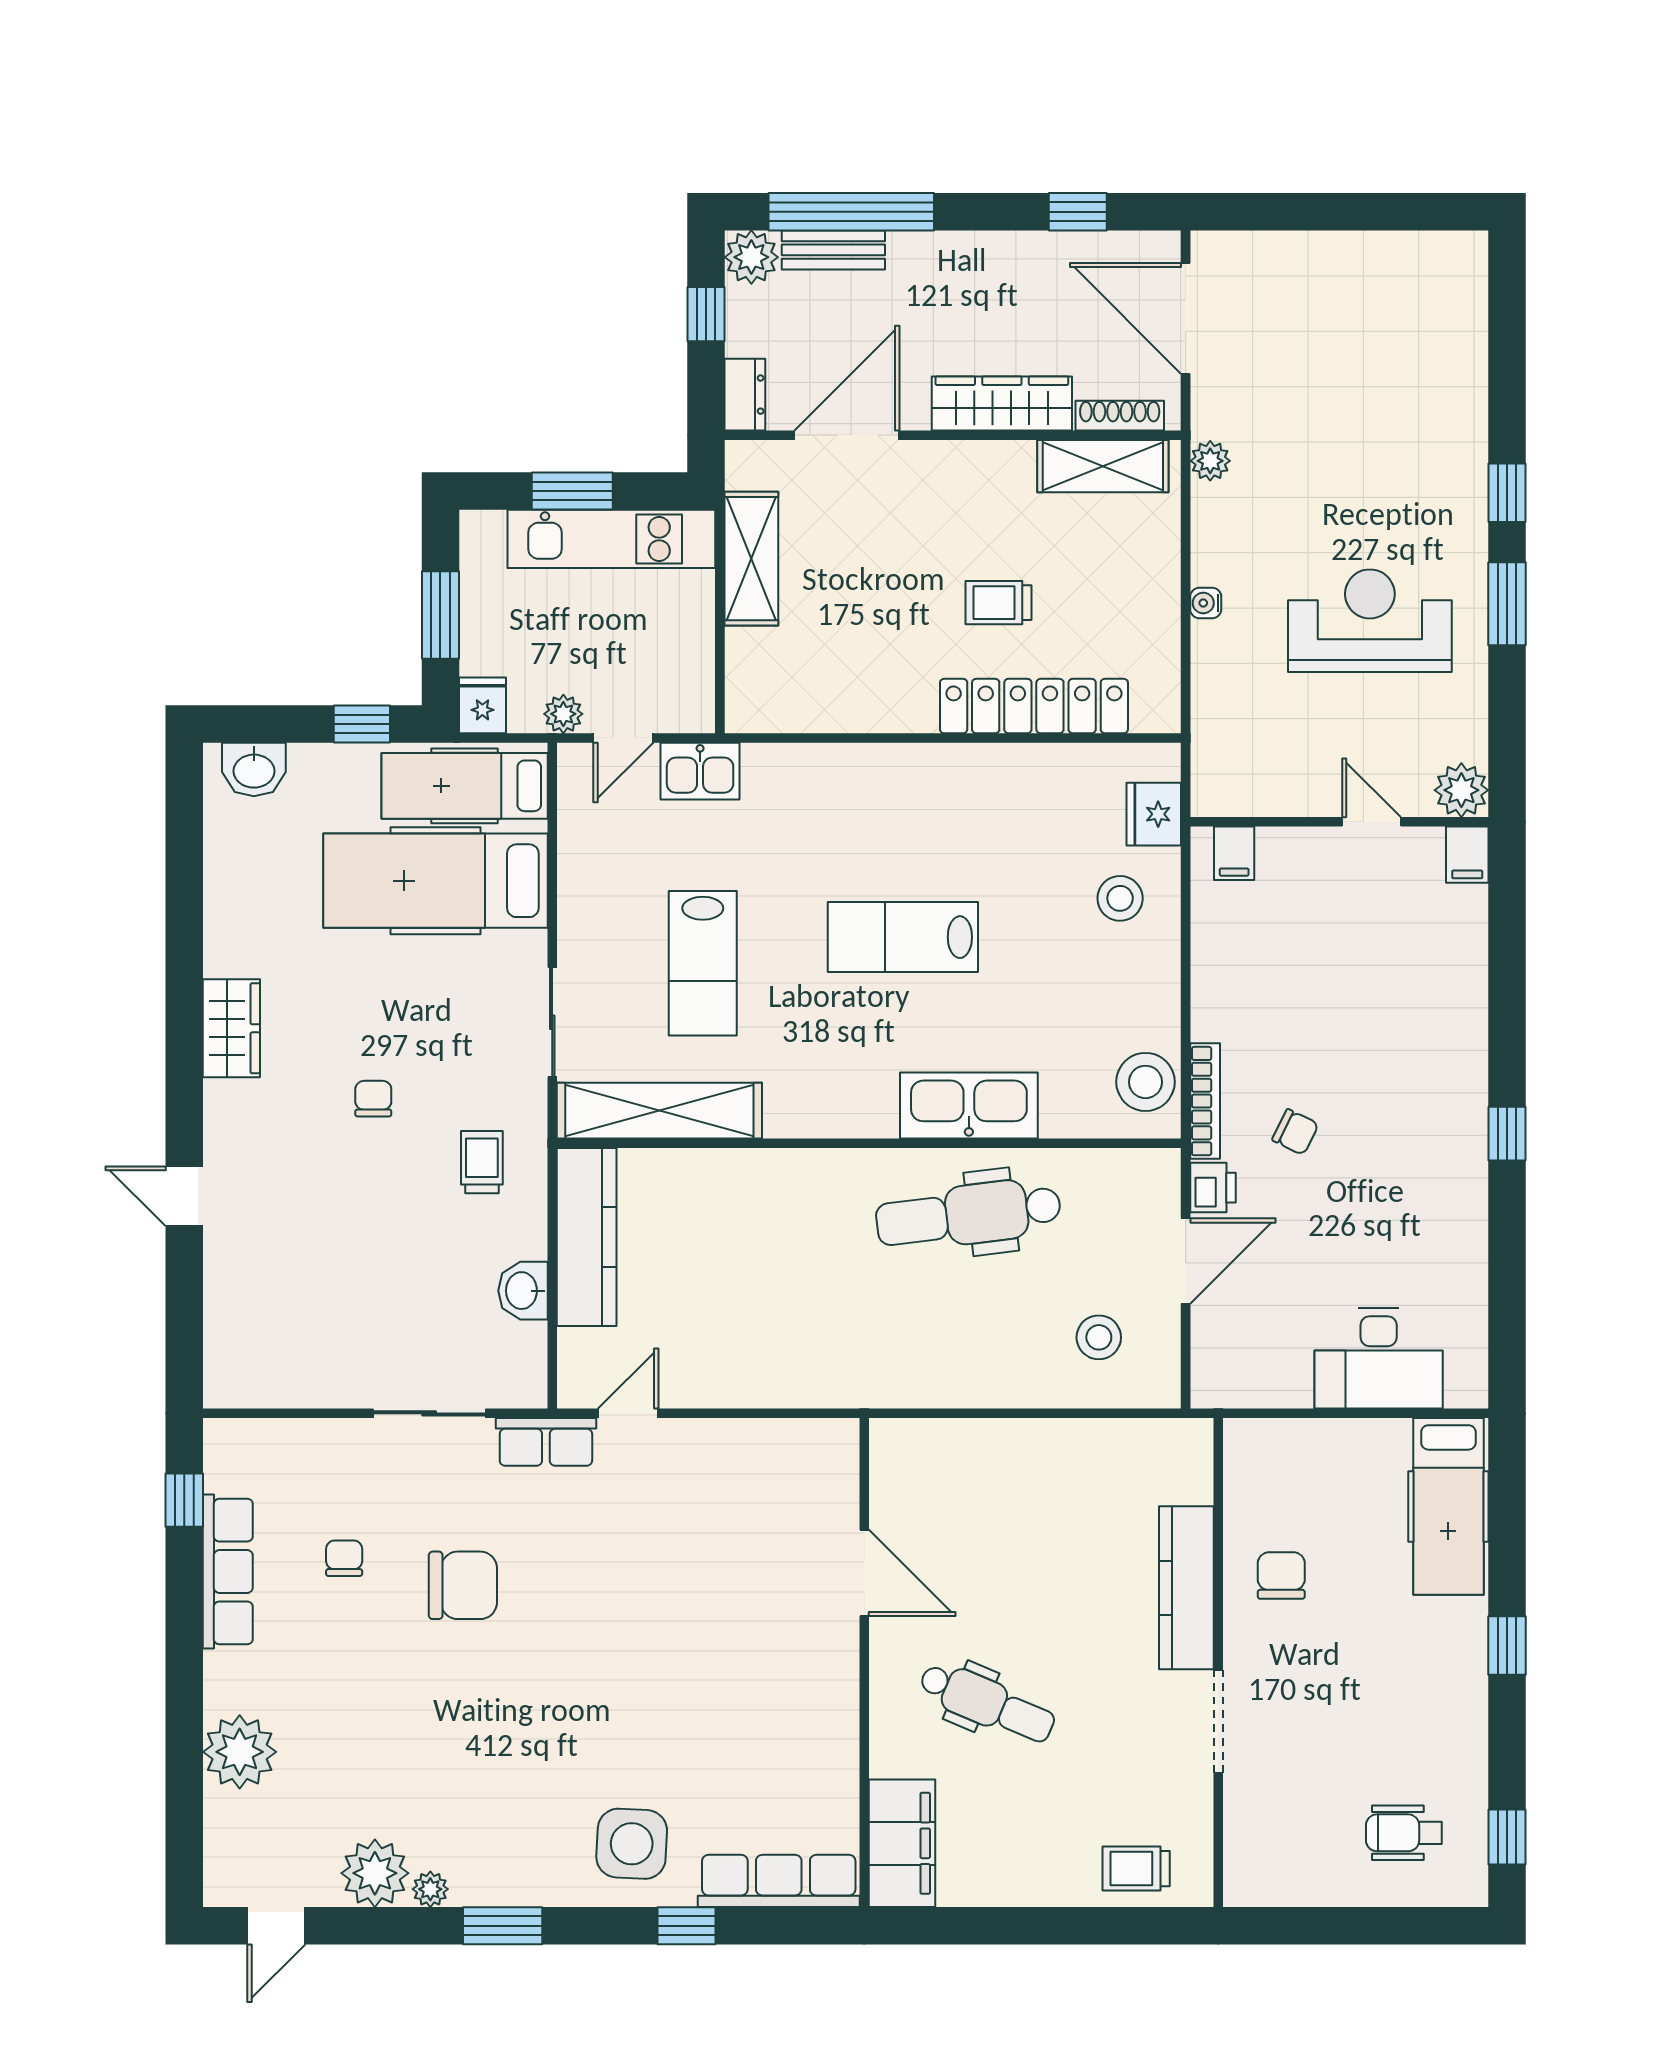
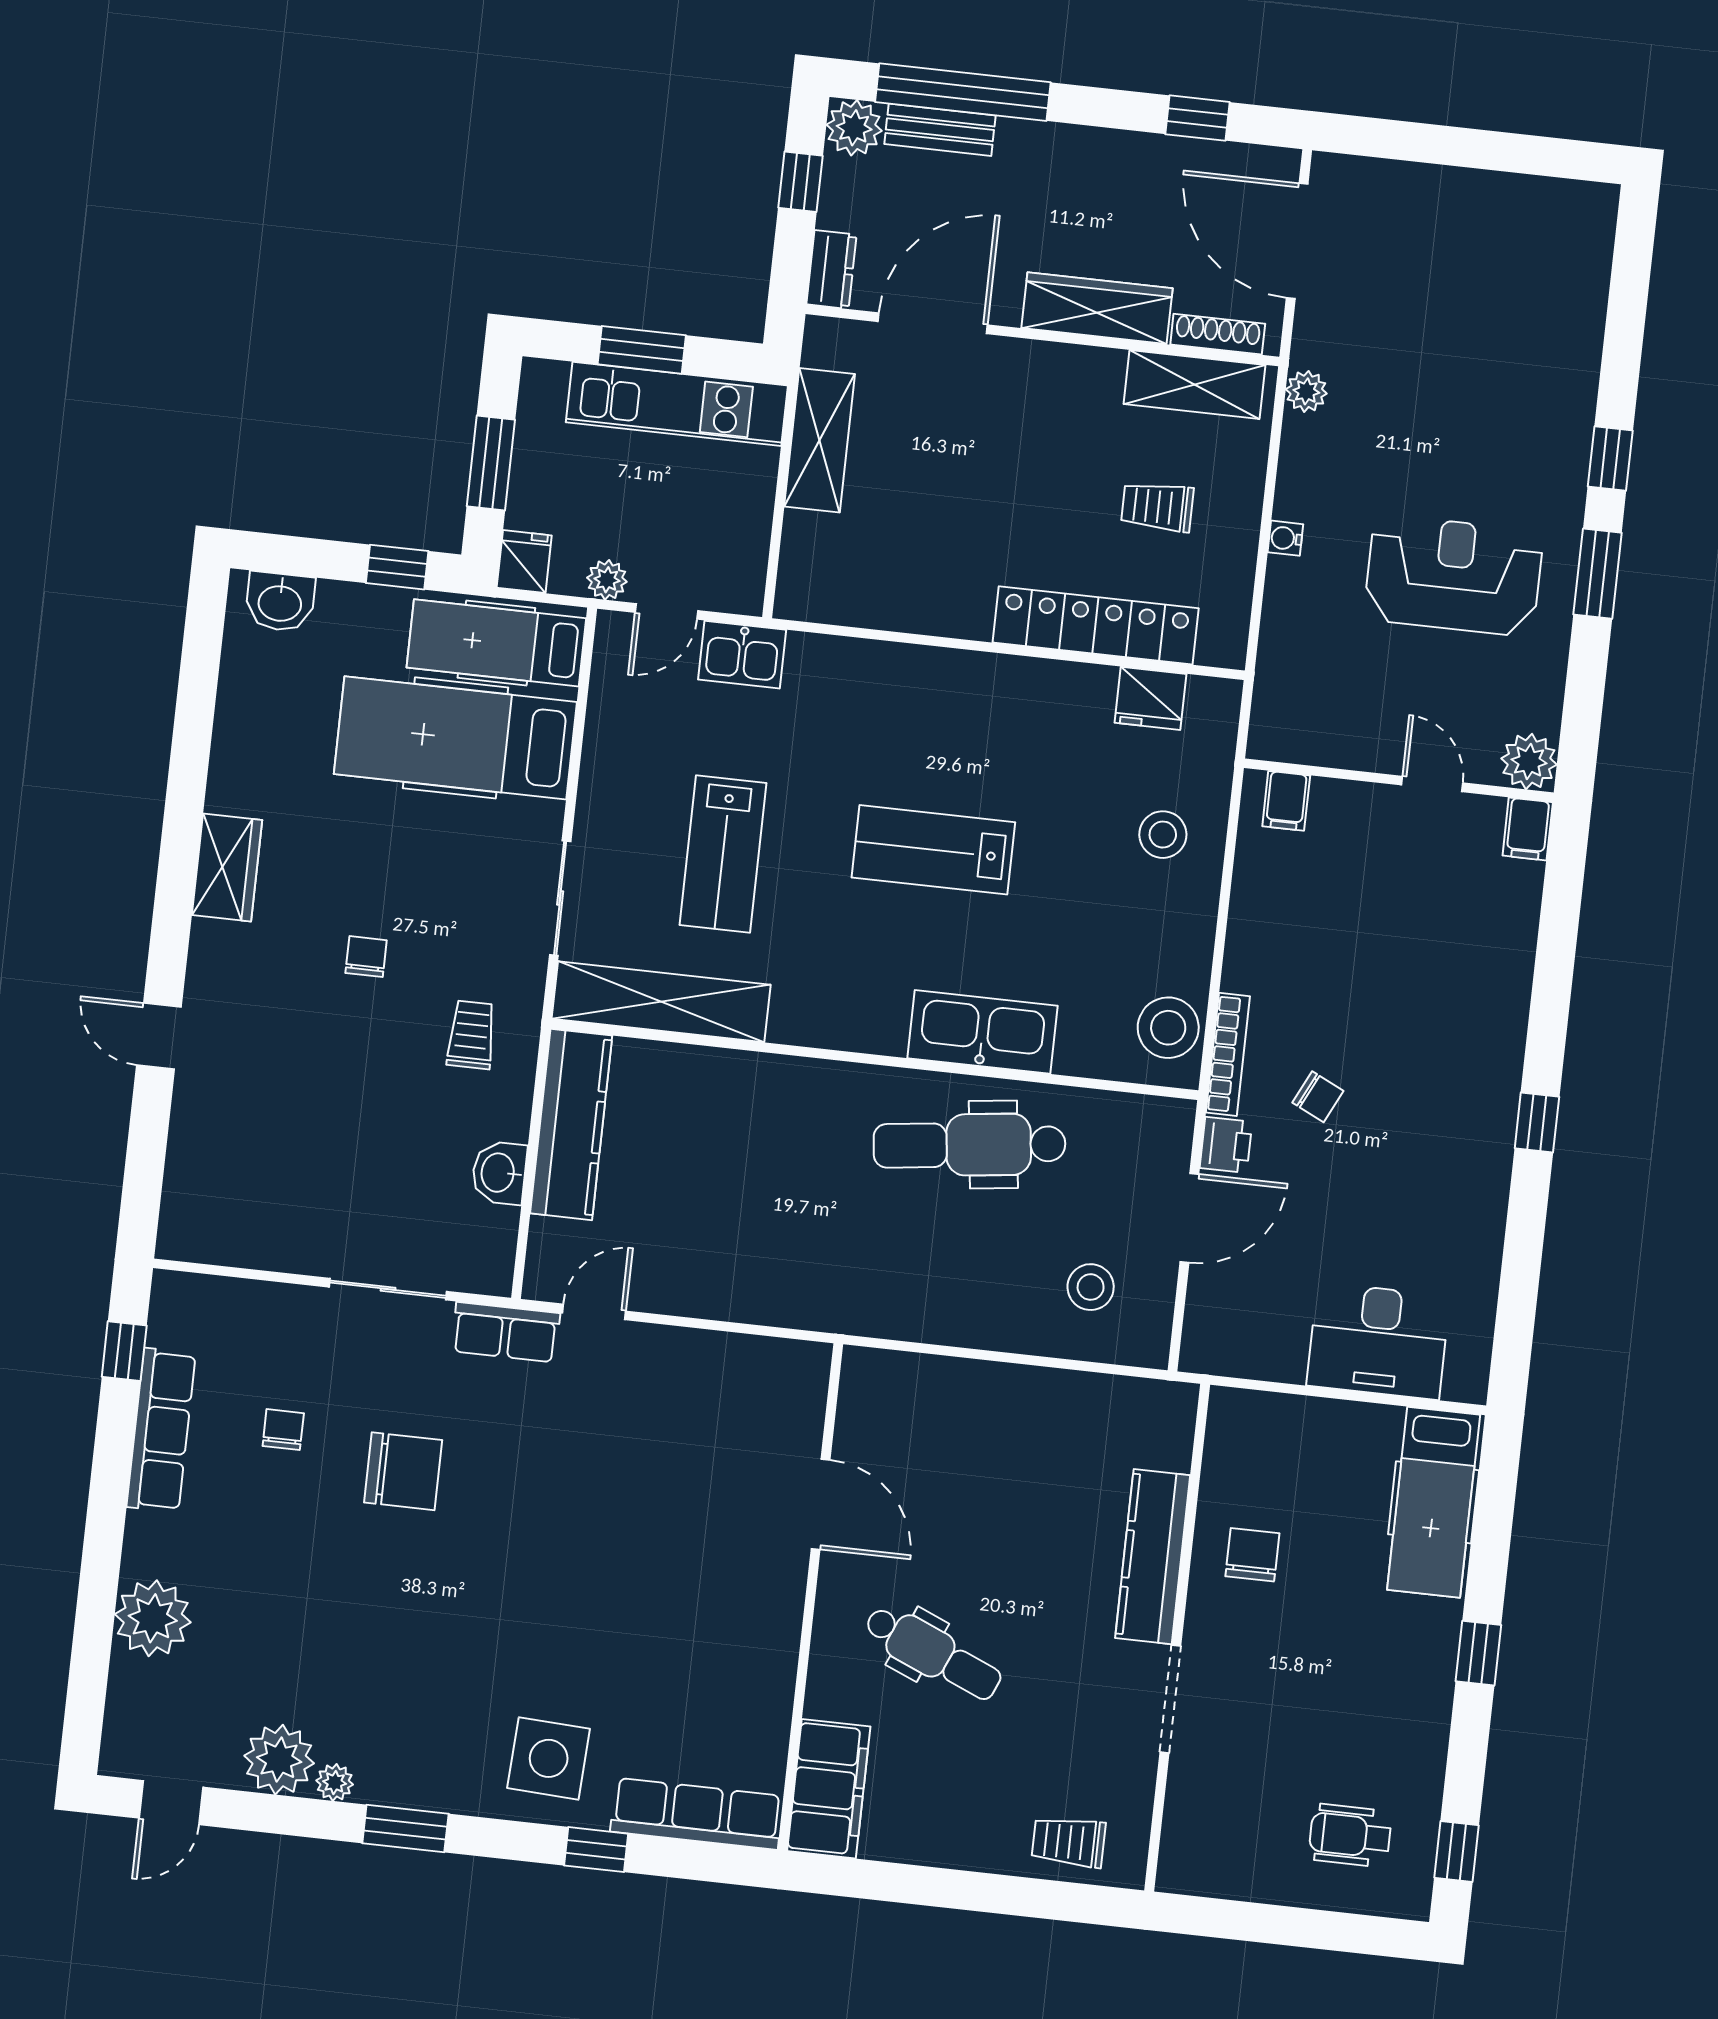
trolley: (998, 603) -> (1157, 507), moved
fridge: (1154, 814) -> (1151, 698), moved, turned -90

